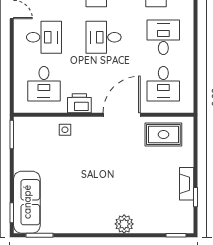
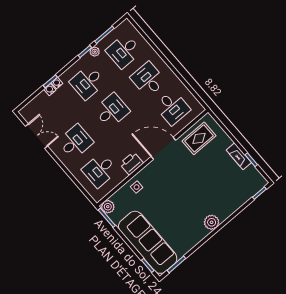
desk: (104, 37) -> (112, 111), turned 180
desk: (44, 84) -> (100, 170), turned 90
door: (122, 115) -> (163, 148), hinge flipped
plant: (22, 125) -> (108, 207), added
sofa: (27, 202) -> (148, 242), width x1.36, depth x1.27
plant: (124, 224) -> (212, 222), moved

